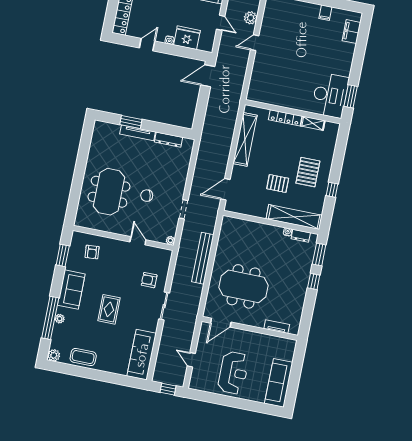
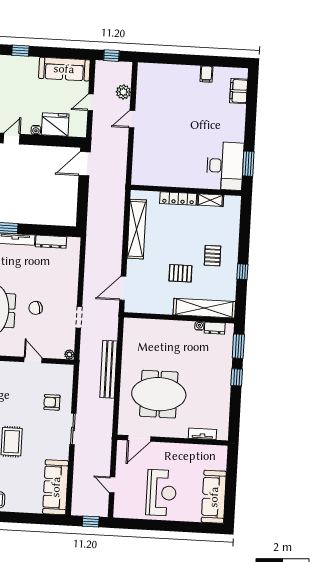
door: (221, 23) -> (91, 102), swing flipped
pallet: (308, 172) -> (213, 256), width x0.67, depth x0.71

